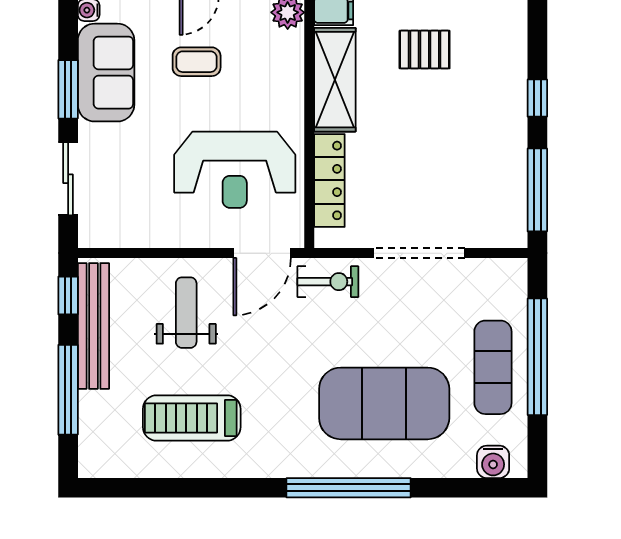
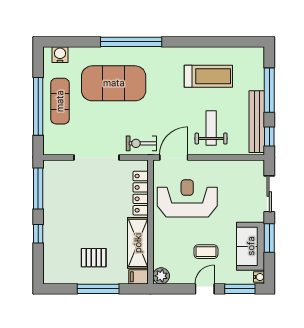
weight bench: (186, 313) -> (211, 128), turned 180

